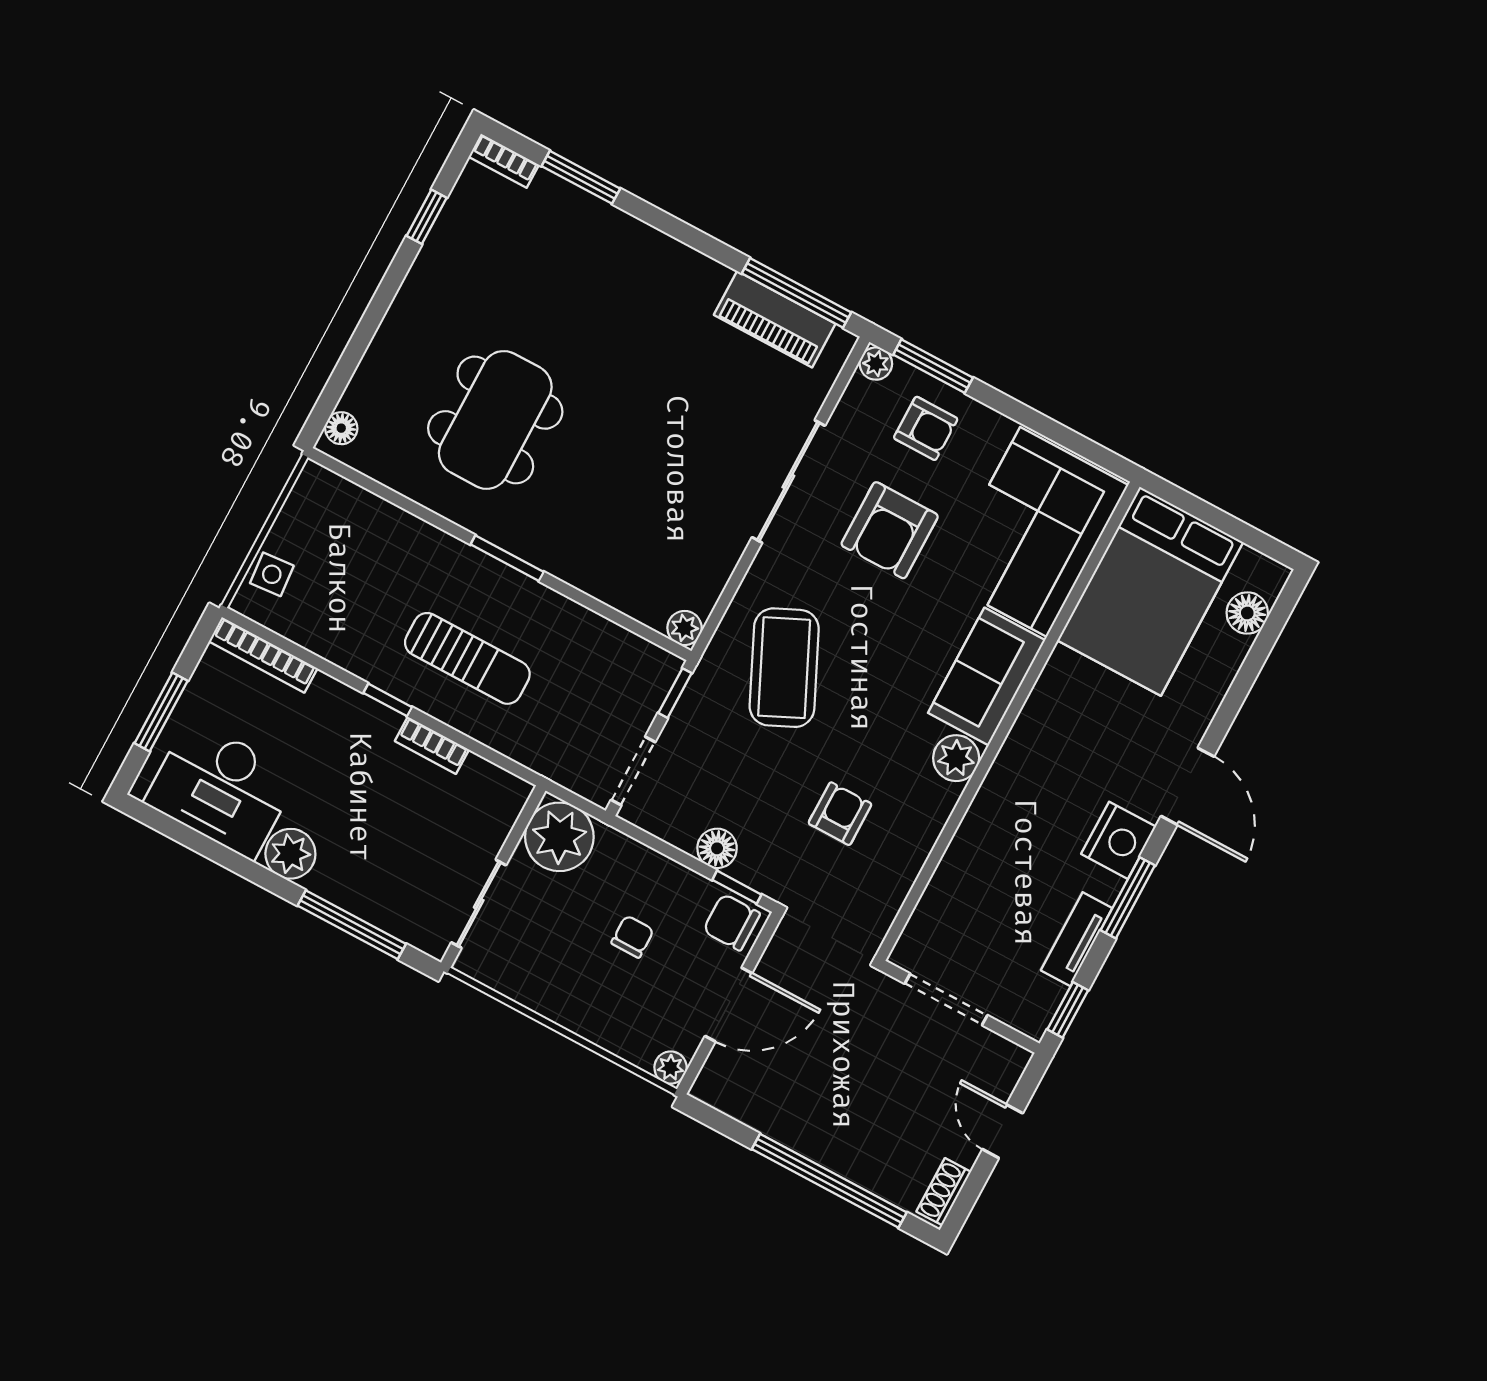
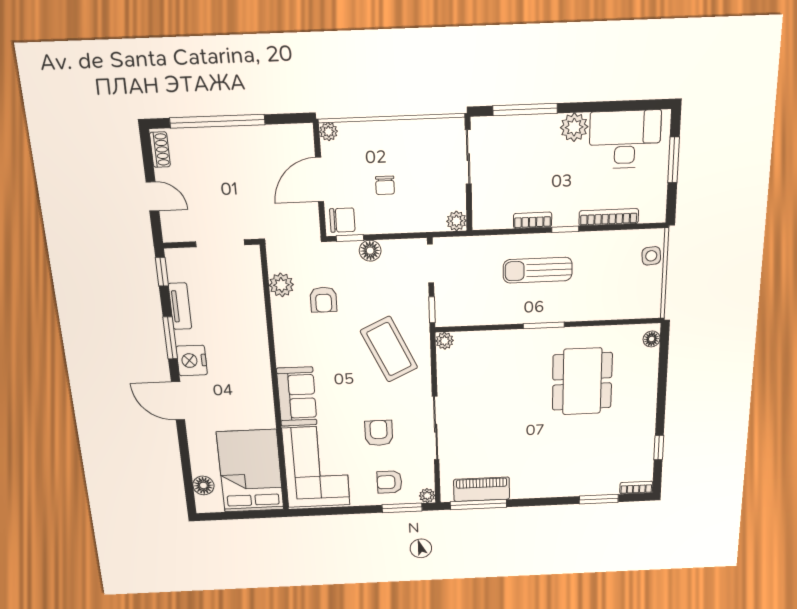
armchair: (890, 530) -> (379, 433), width x0.72, depth x0.72
bookcase: (263, 655) -> (609, 217), moved
plant: (956, 758) -> (281, 285), moved
plant: (559, 837) -> (456, 221), width x0.53, depth x0.53

